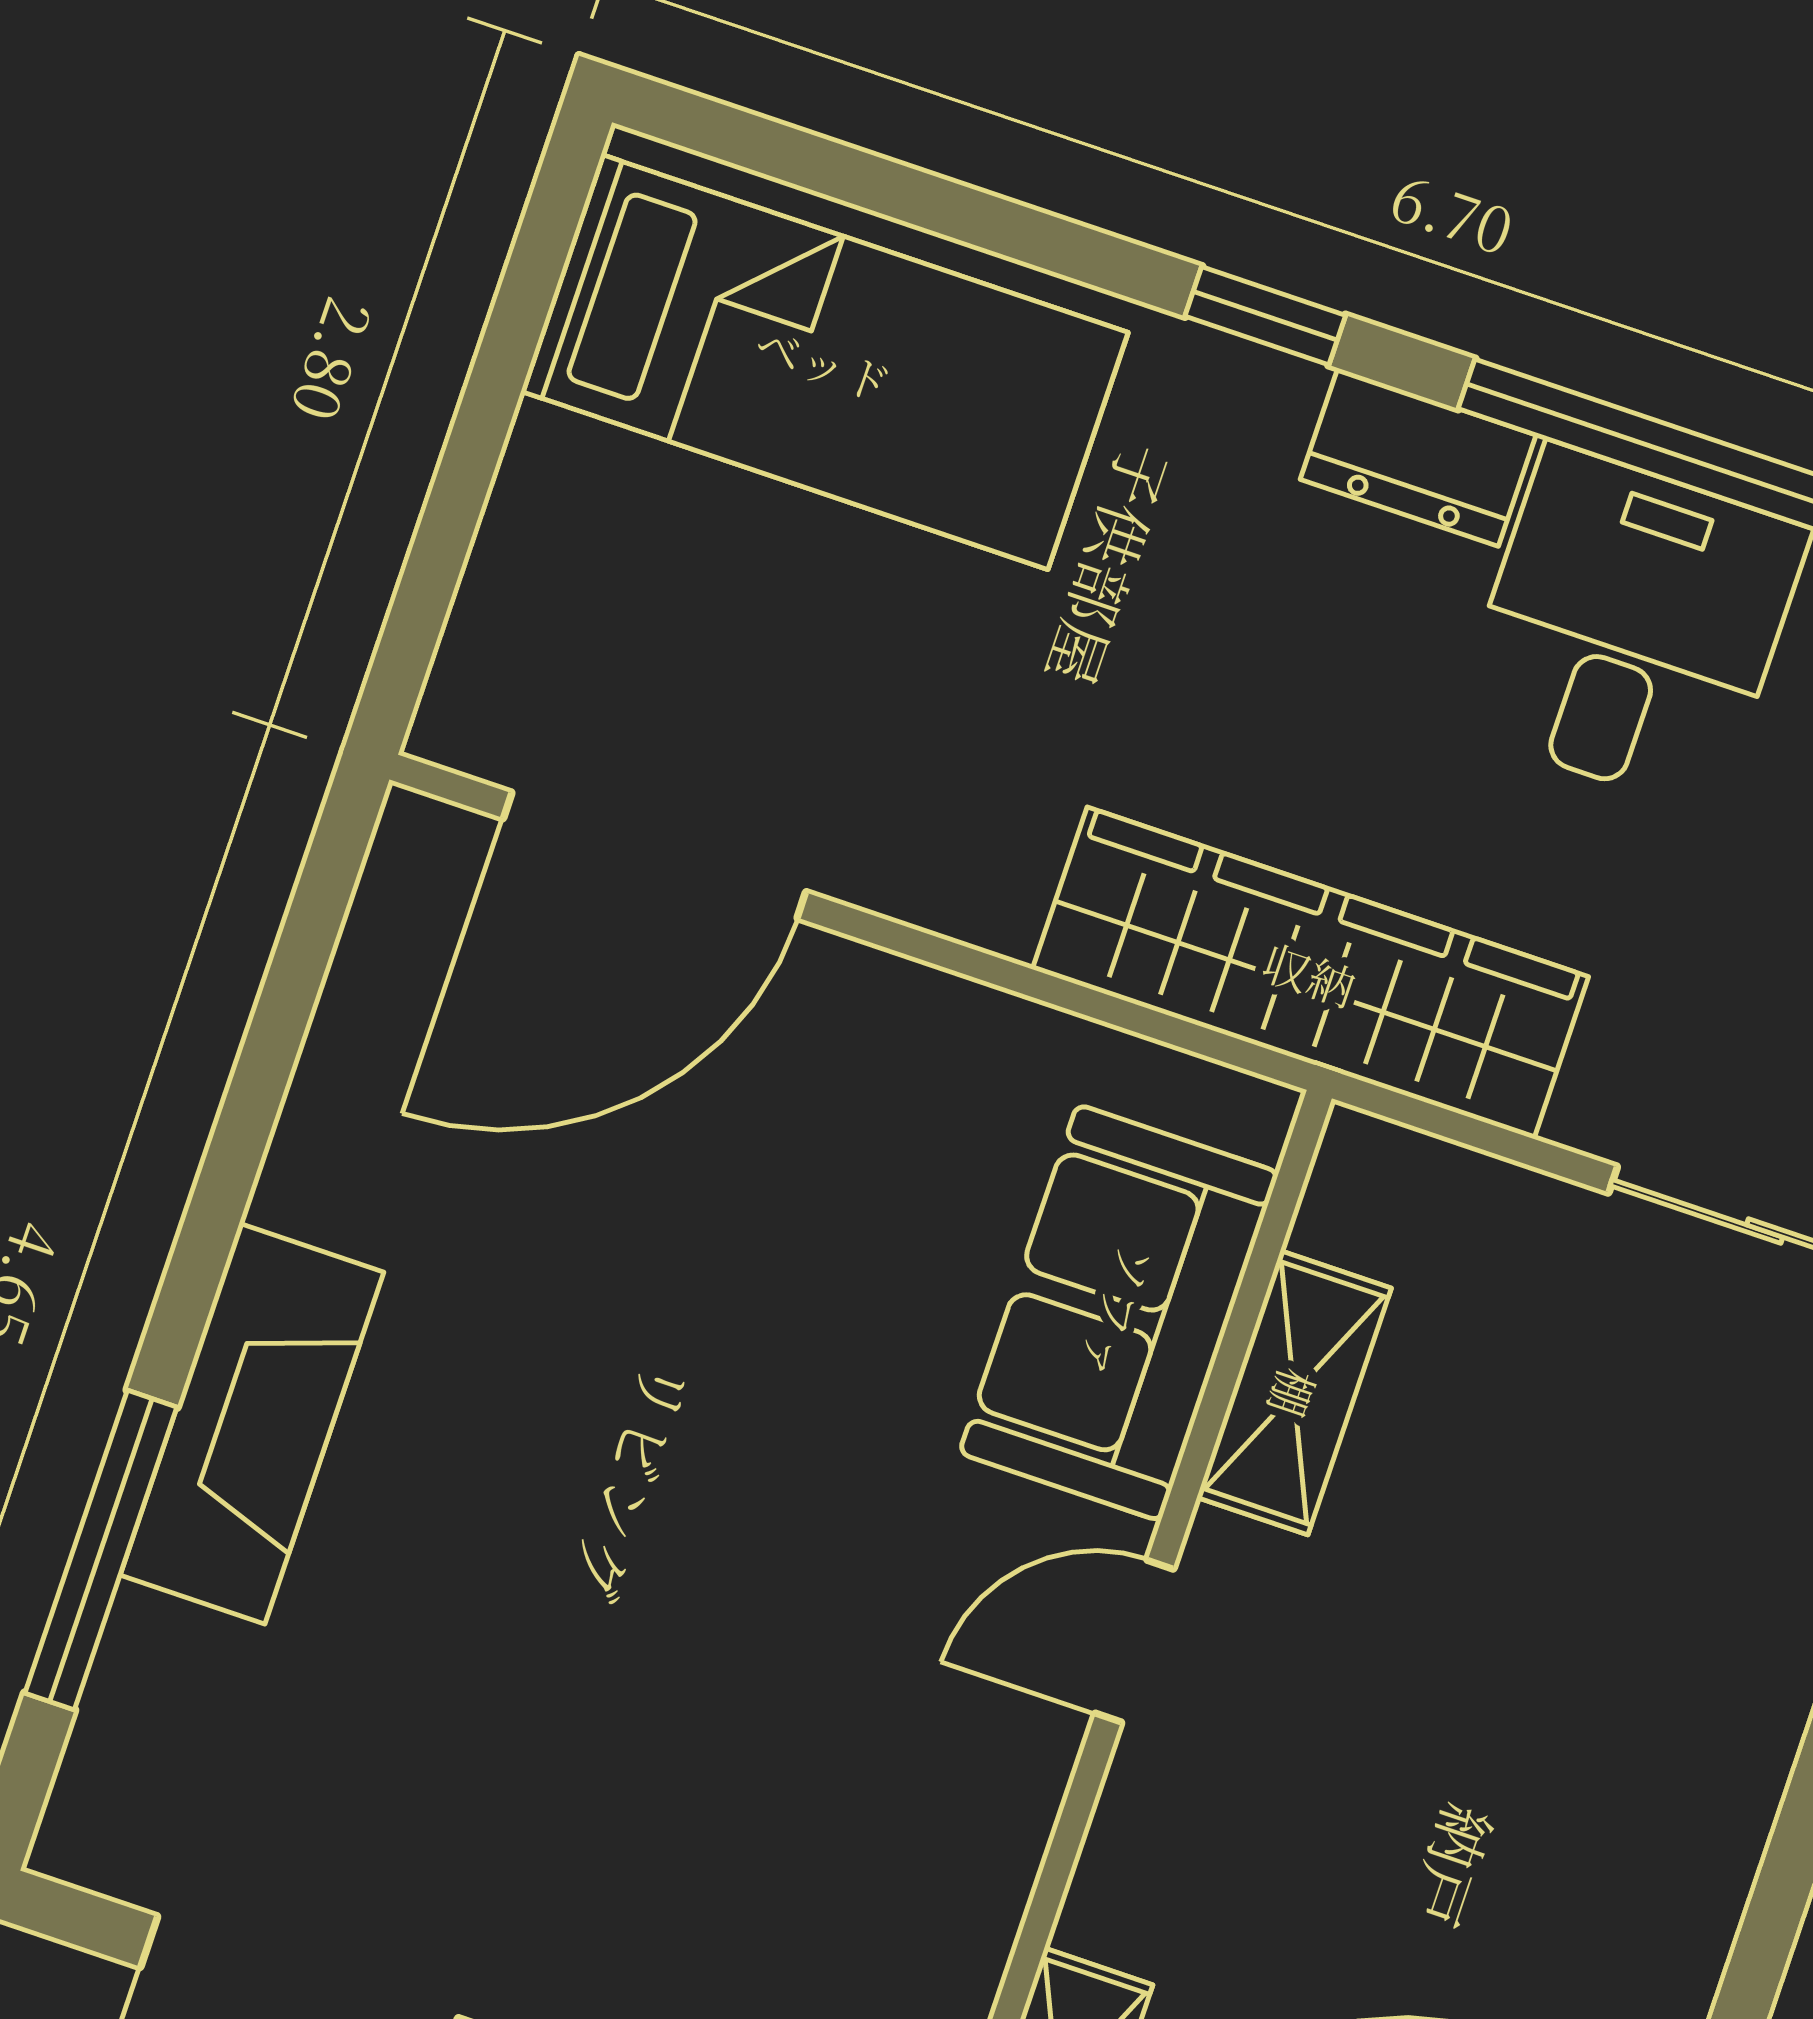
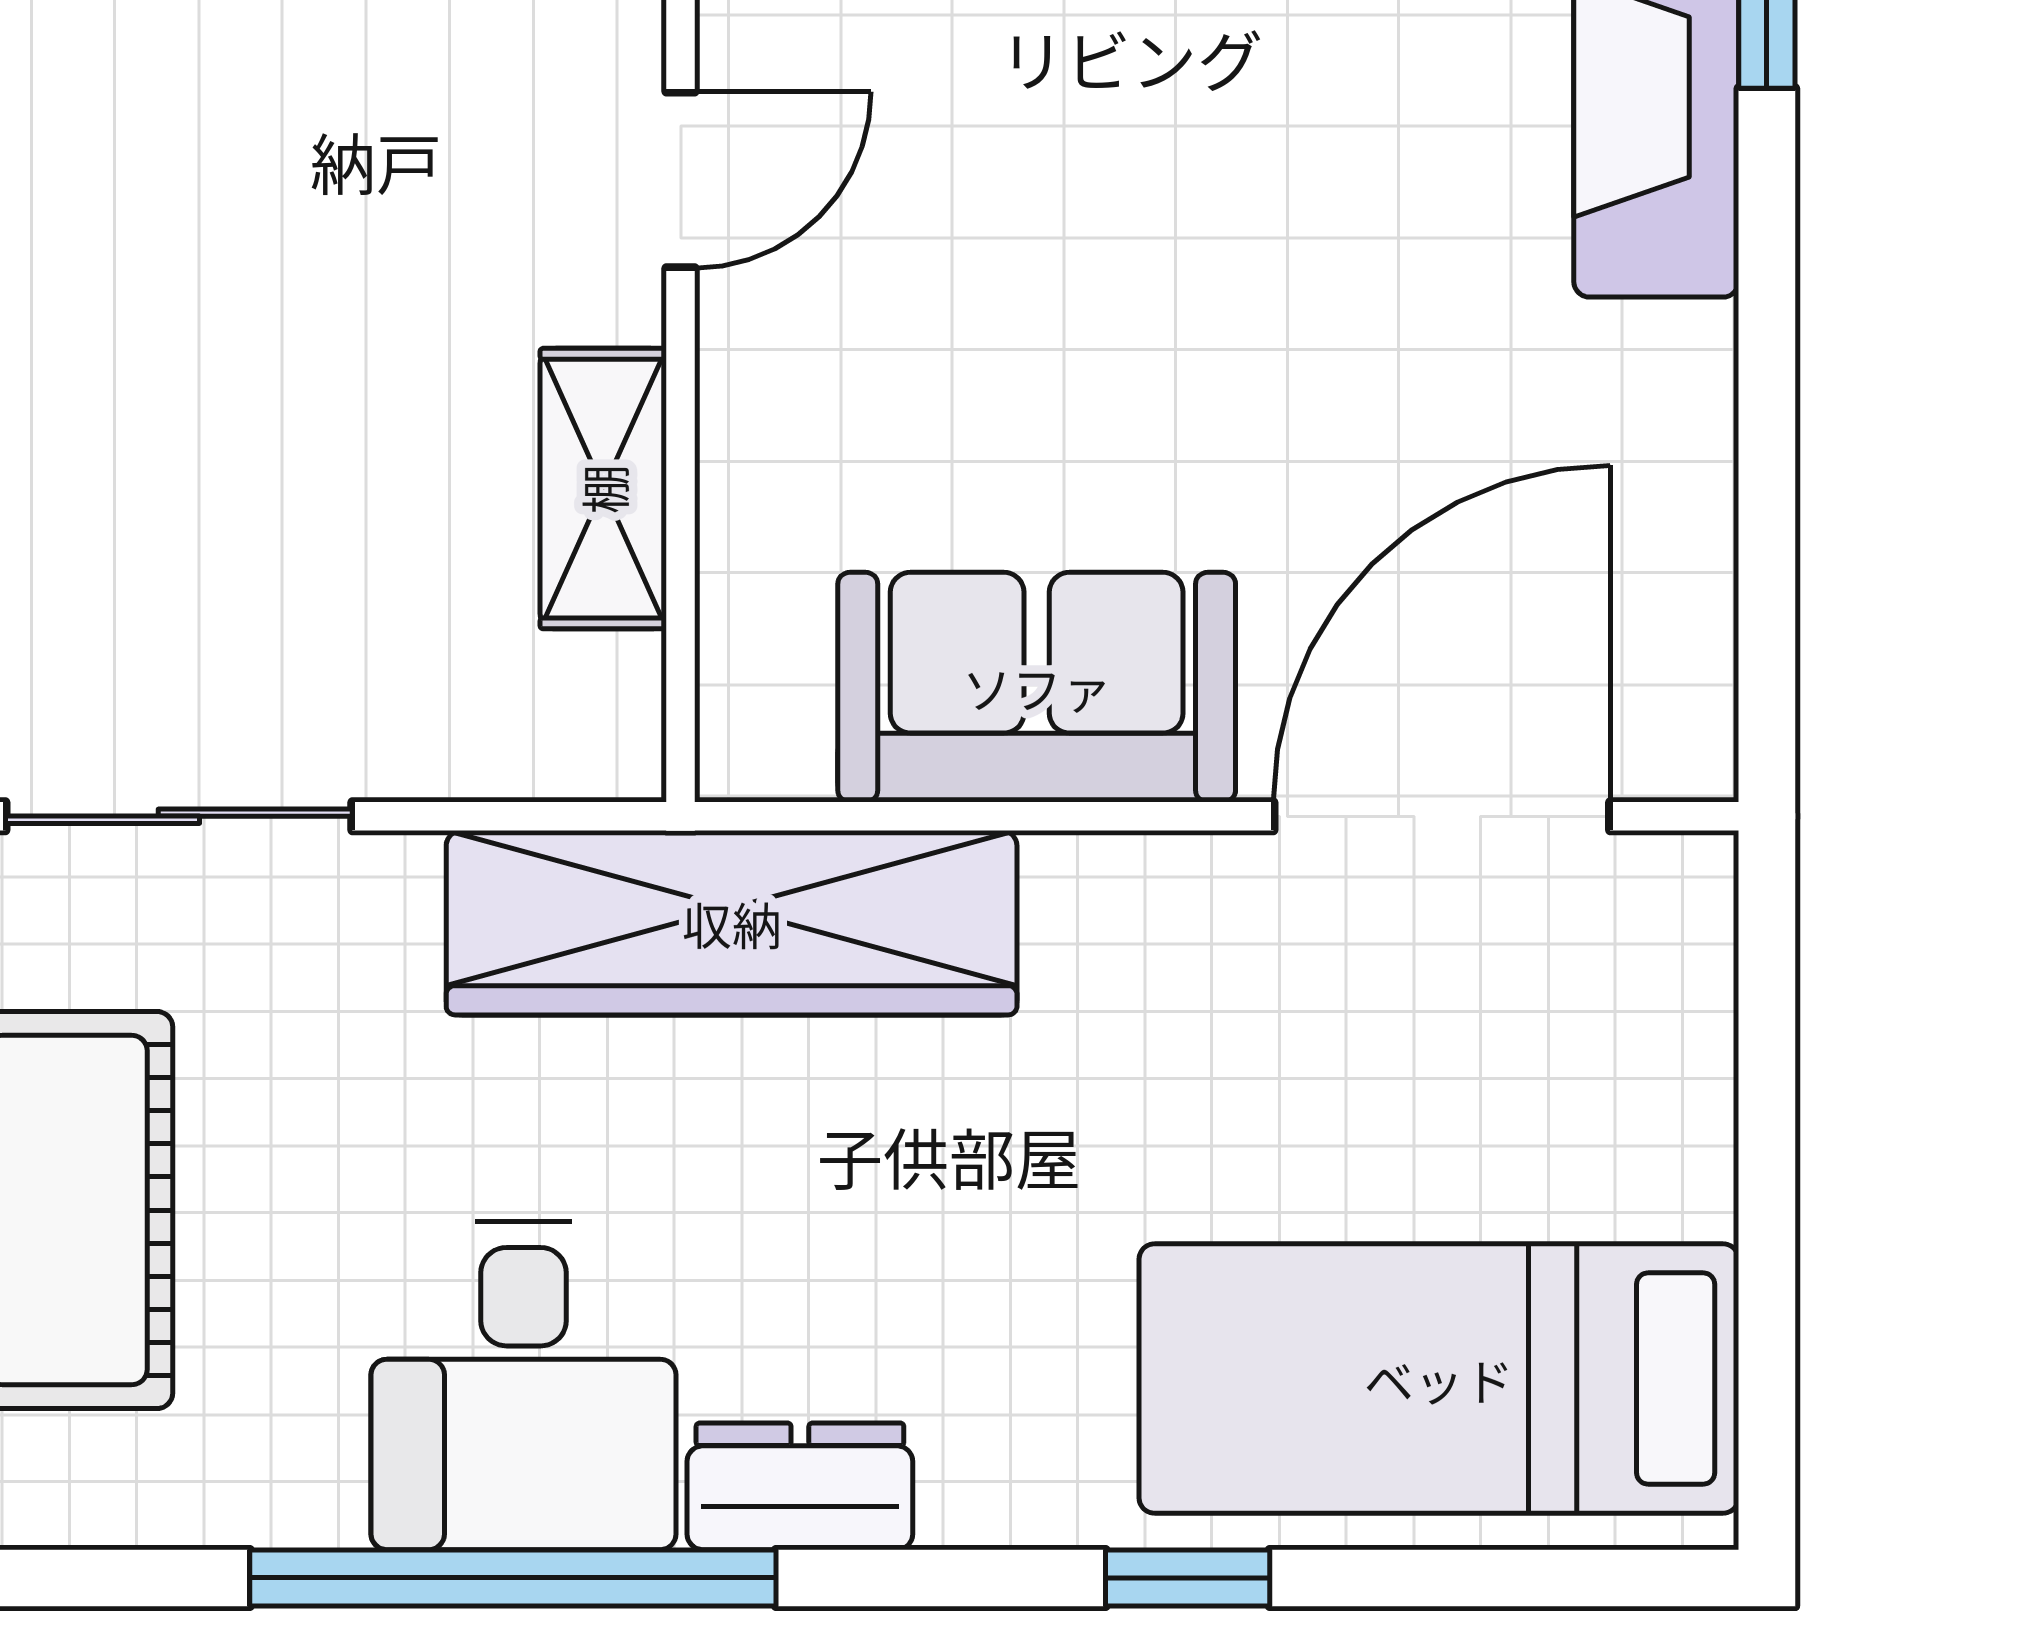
window: (1265, 316) -> (1188, 1578), moved
sofa: (1119, 1313) -> (1037, 687), moved, turned -90

